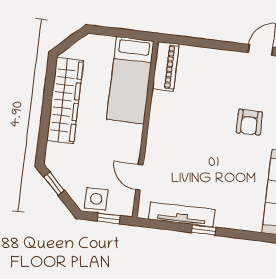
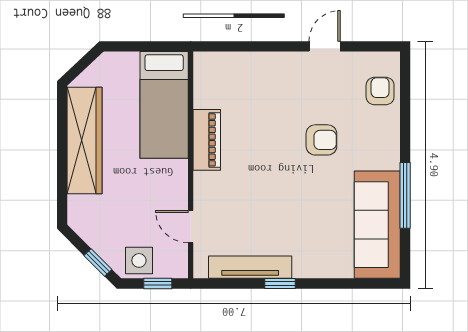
piano: (166, 66) -> (207, 140), moved
armchair: (249, 122) -> (321, 140), turned -90
window: (54, 184) -> (98, 262), moved

